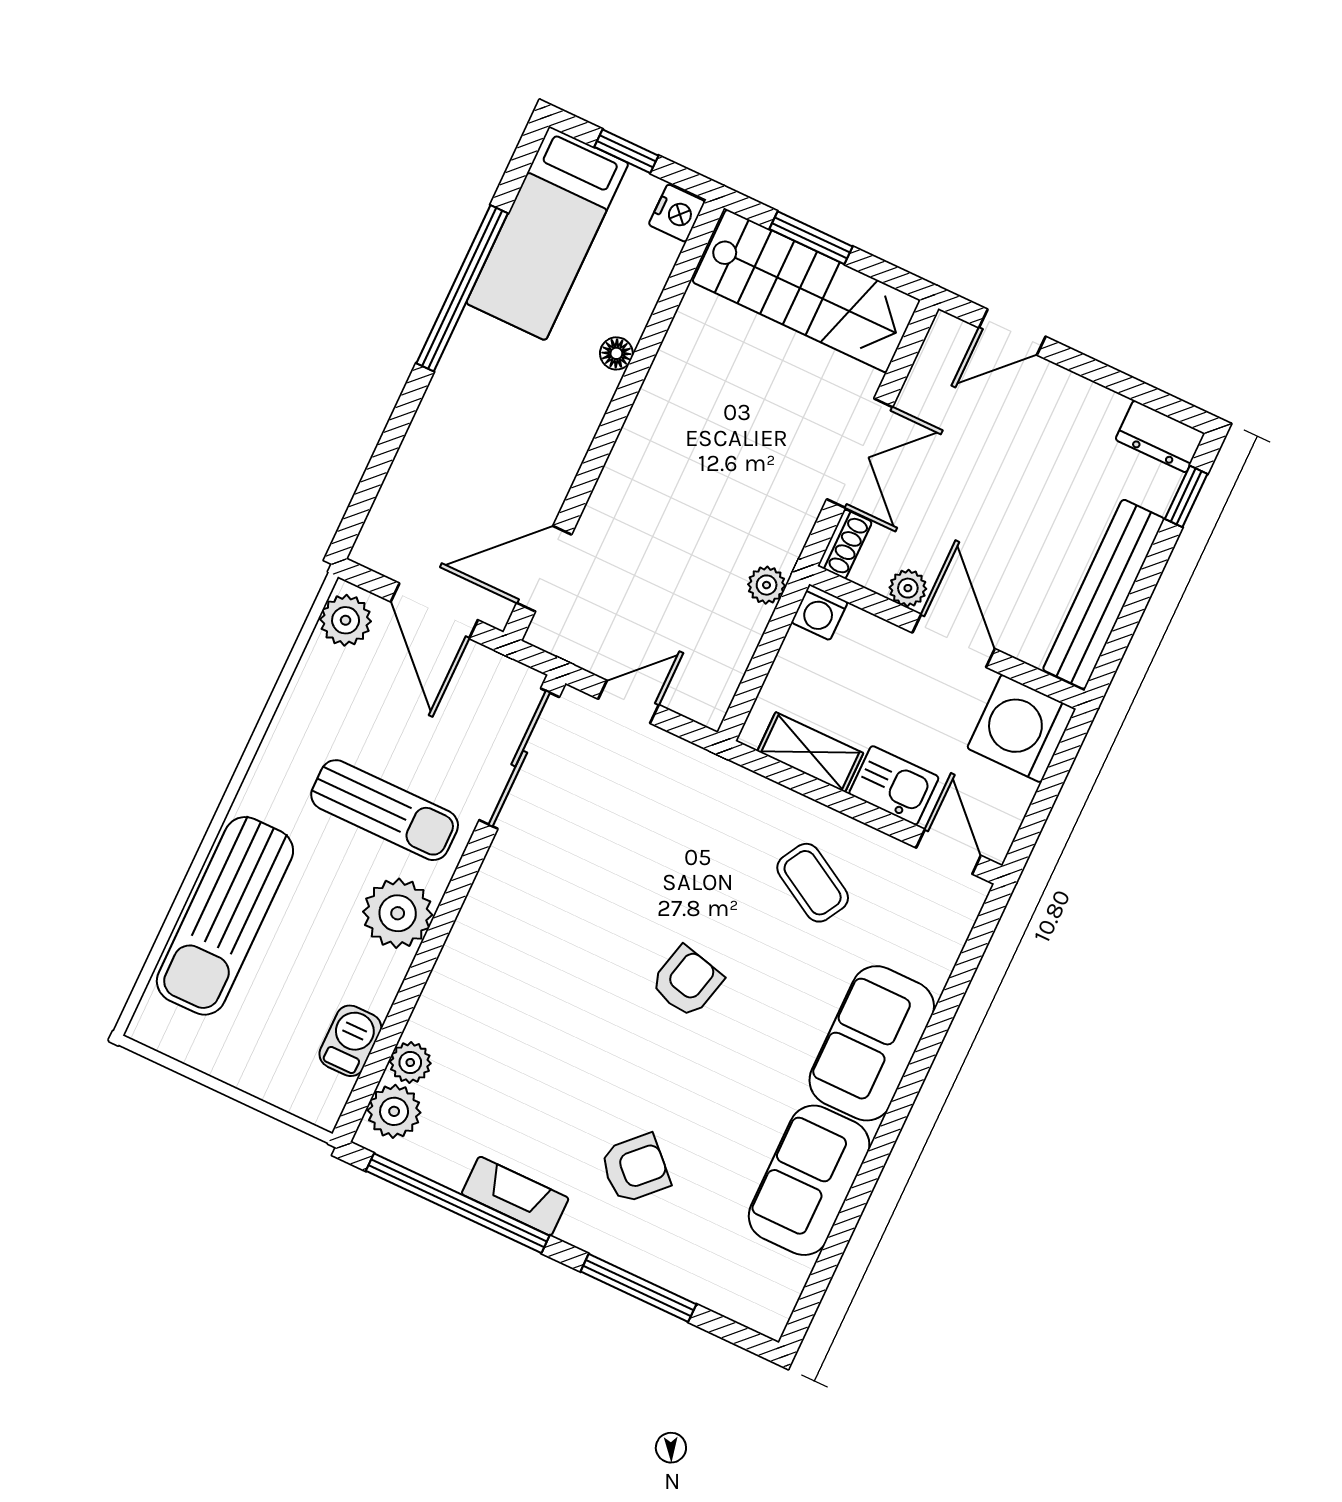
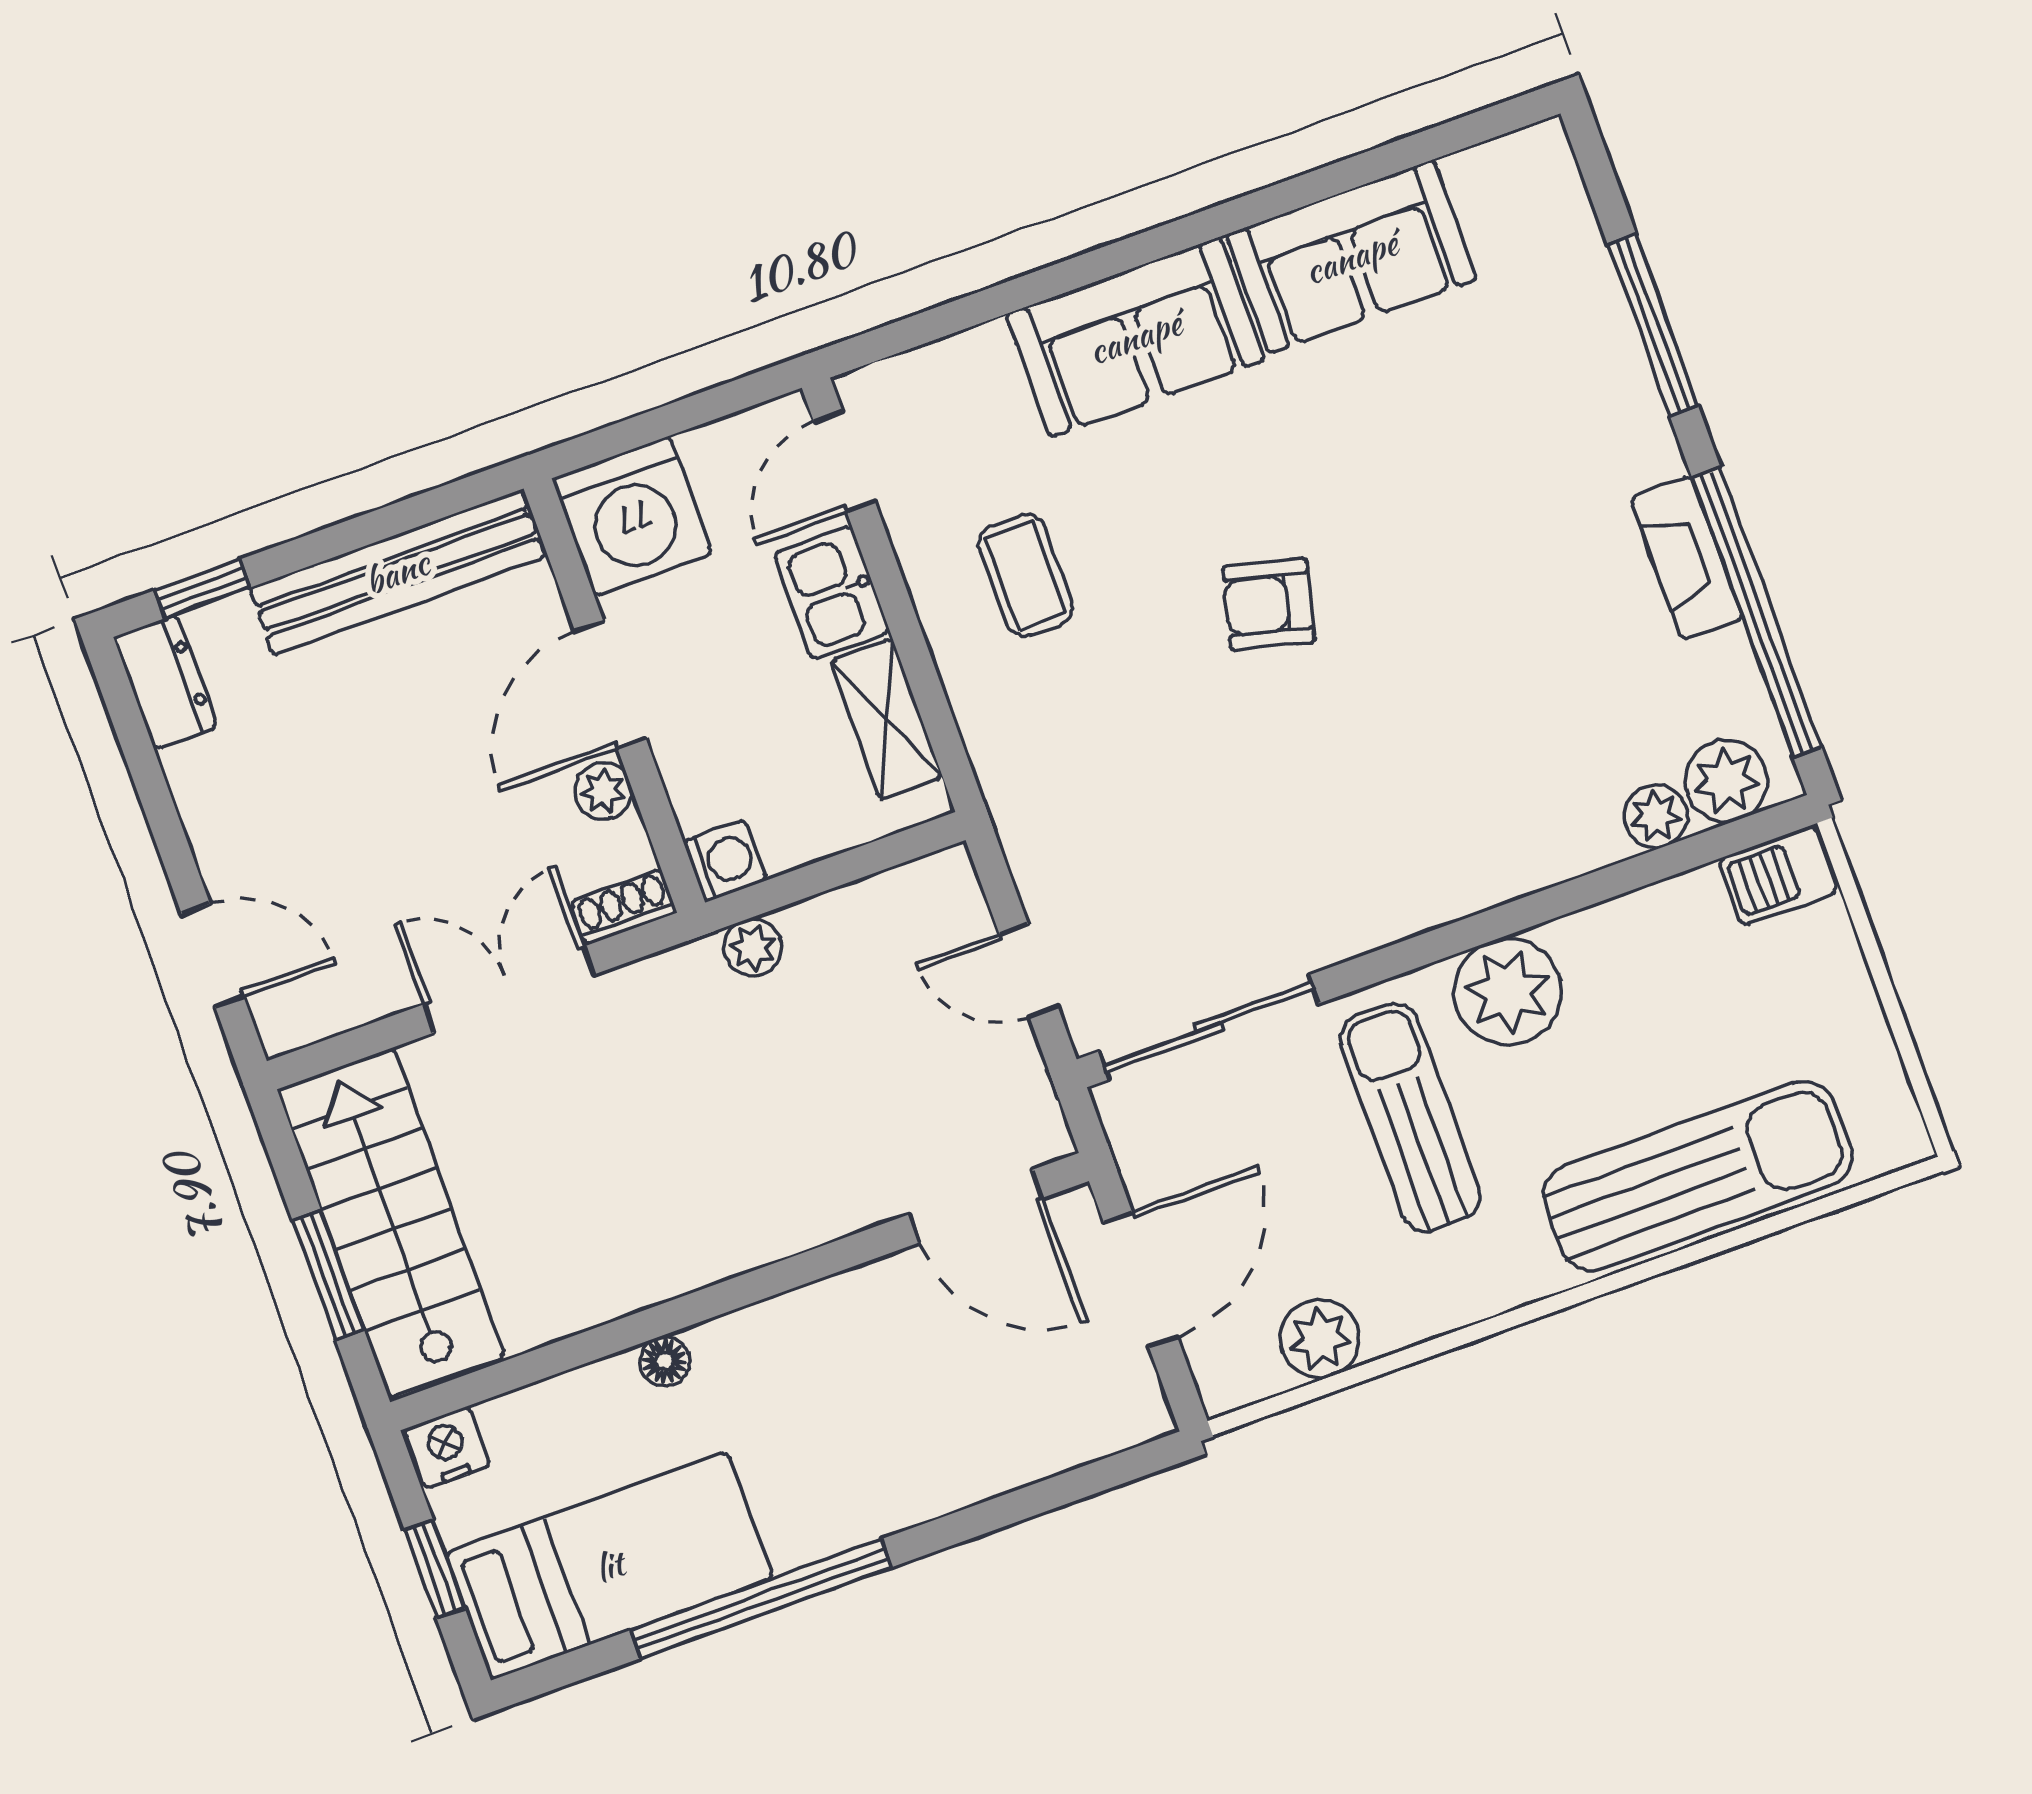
plant: (346, 620) -> (1320, 1339), moved
coffee table: (813, 883) -> (1025, 575), turned -30
barbecue: (350, 1041) -> (1778, 875), moved
armchair: (635, 1168) -> (1527, 458), removed

